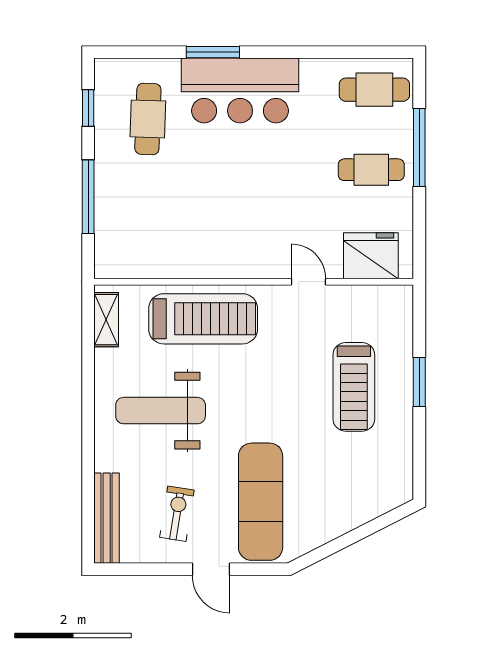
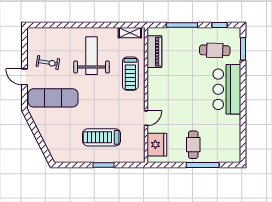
window: (213, 52) -> (243, 49), moved
cafe table: (374, 90) -> (227, 146), removed
piano: (151, 262) -> (154, 52), added
treadmill: (203, 319) -> (130, 74), width x0.73, depth x0.73
bench: (107, 518) -> (46, 33), removed
door: (211, 569) -> (24, 77), hinge flipped

